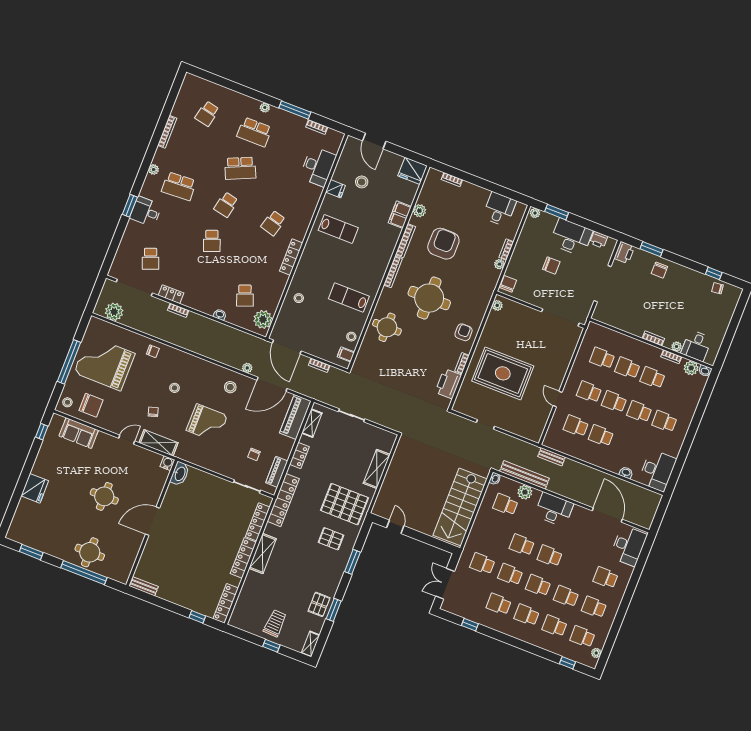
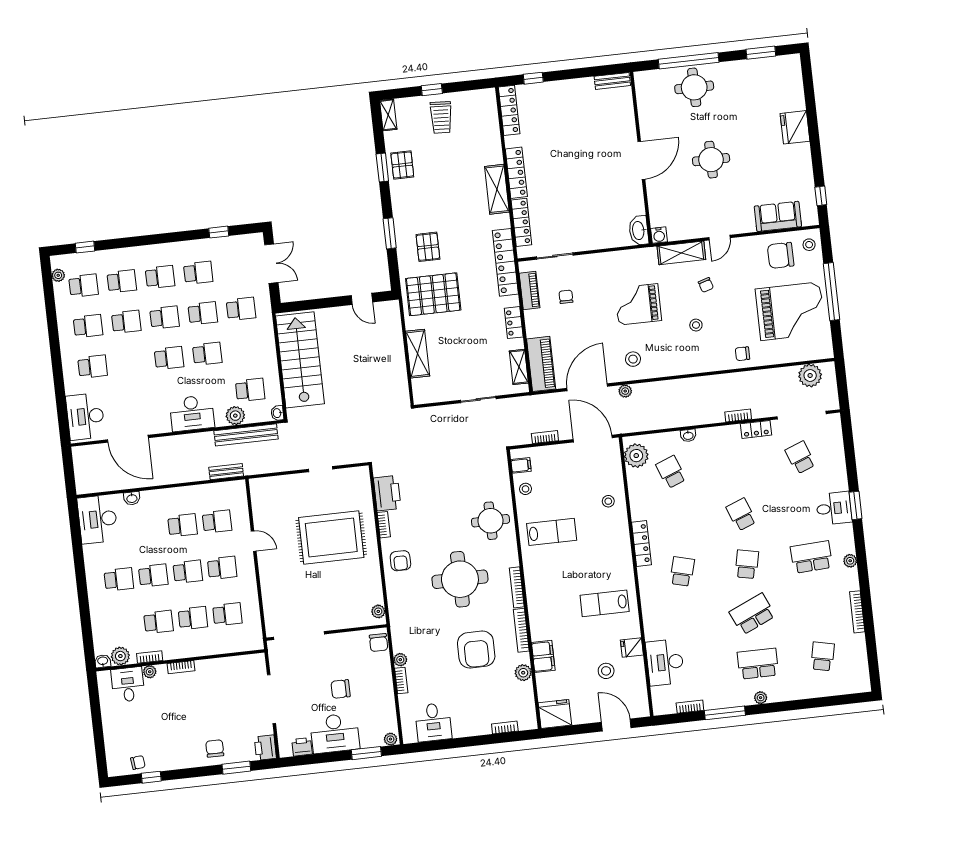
pallet: (331, 539) -> (428, 247), turned 90

